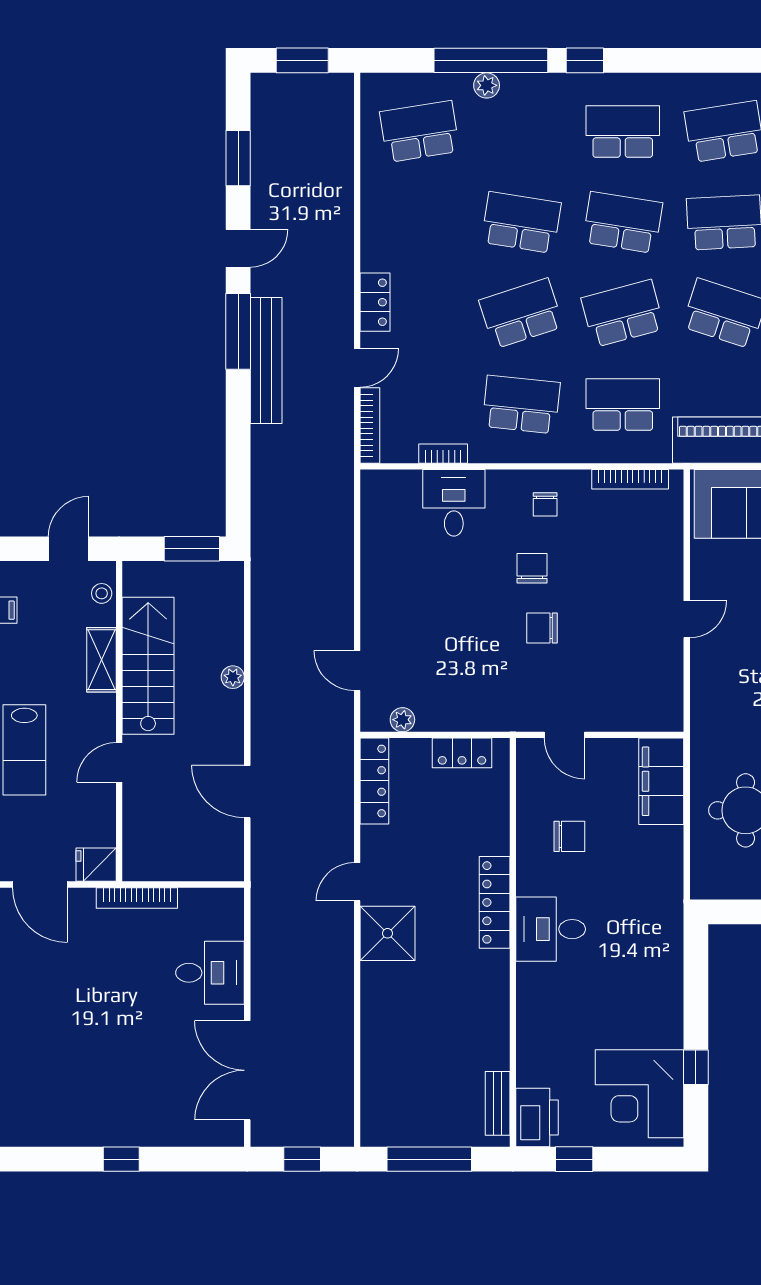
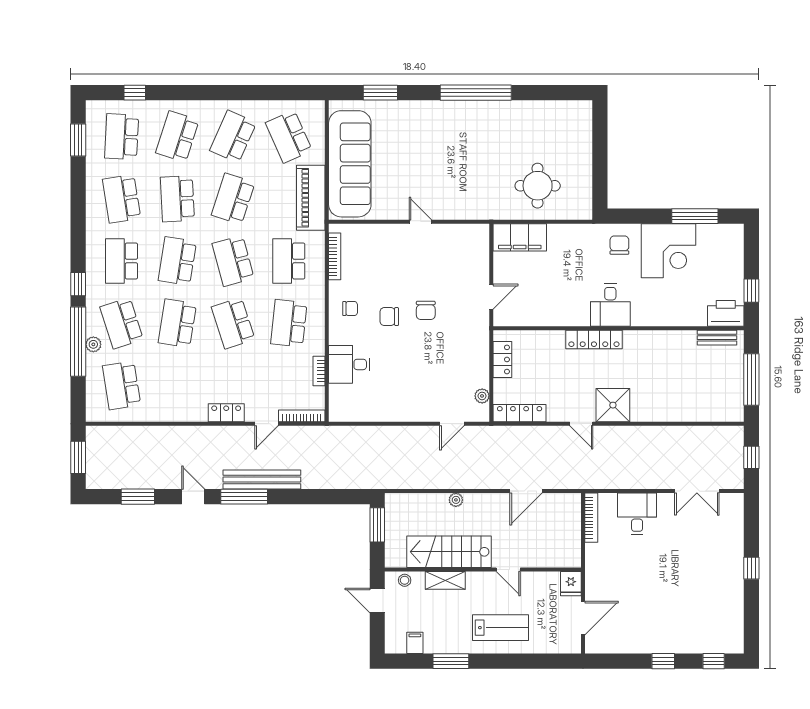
school desk: (521, 131) -> (122, 323), added
door: (357, 368) -> (267, 424), swing flipped
chair: (569, 836) -> (619, 245), moved
bookcase: (137, 898) -> (591, 518), moved
window: (696, 1067) -> (695, 216), width x2.17
double door: (247, 1070) -> (697, 491), width x0.73
corner desk: (639, 1094) -> (669, 251), moved

